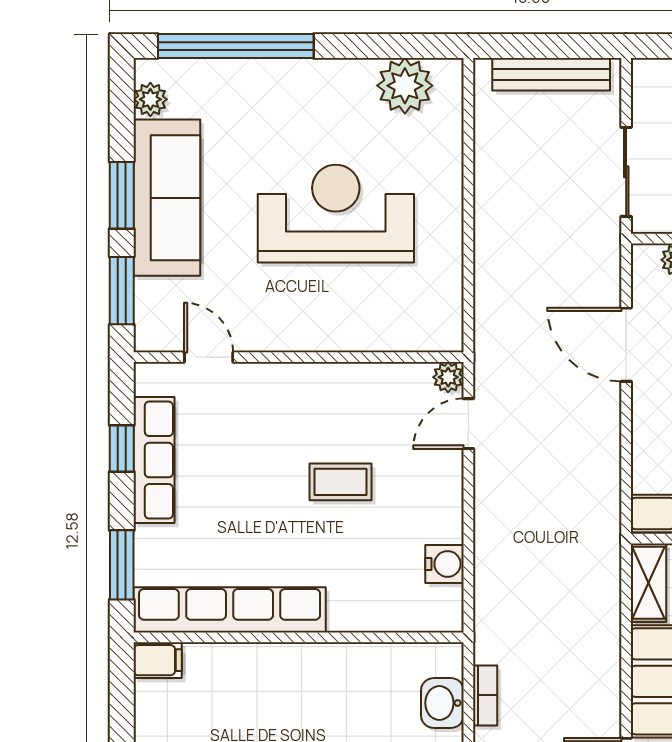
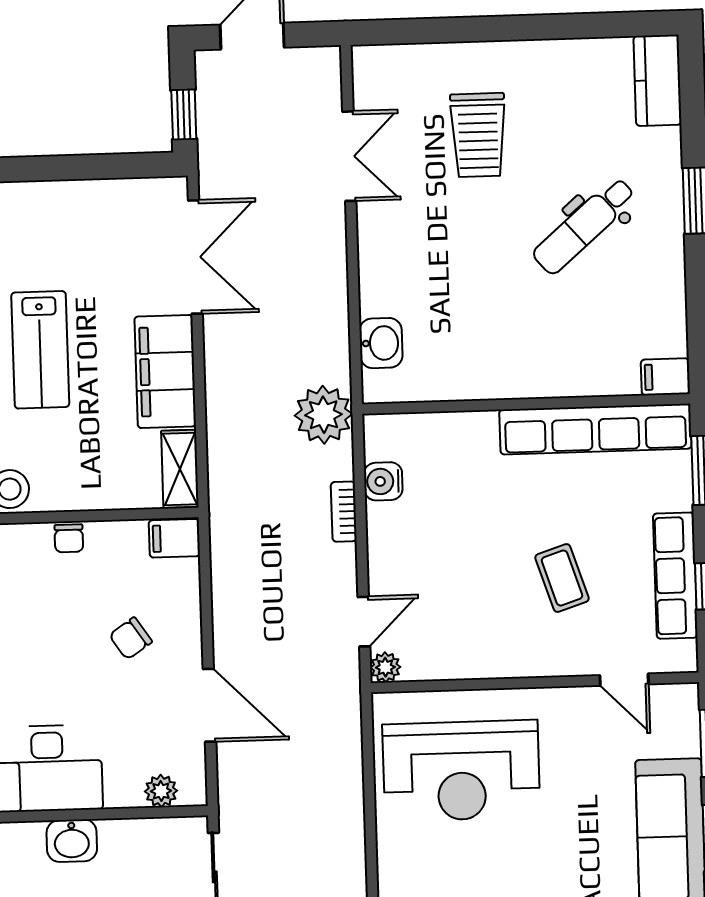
reception desk: (336, 214) -> (461, 771), moved
coffee table: (340, 482) -> (562, 578), moved, turned 72
plant: (502, 633) -> (324, 415), added
bookcase: (485, 695) -> (344, 512), moved

